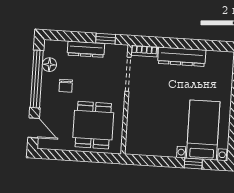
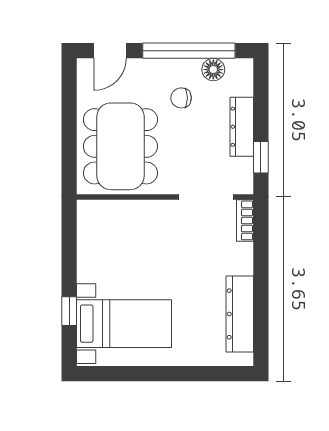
dresser: (182, 57) -> (240, 314), moved
dining table: (93, 125) -> (120, 146), width x1.38

